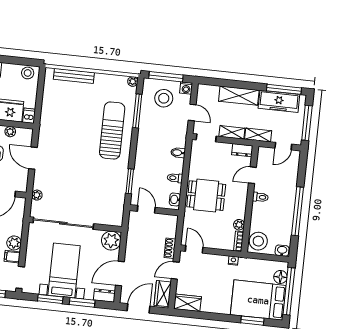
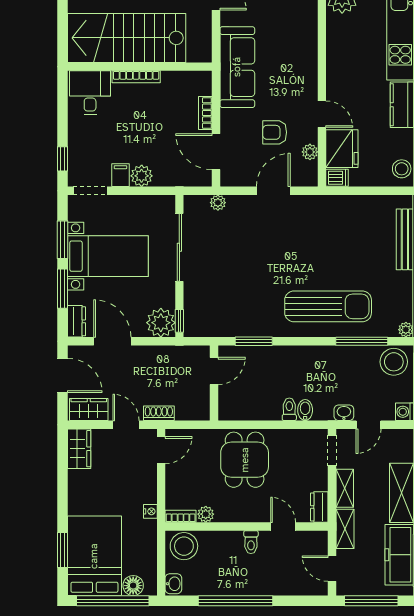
stool: (164, 98) -> (394, 362), moved
toilet: (175, 178) -> (289, 409), moved
washbasin: (175, 199) -> (344, 413), moved
sliding door: (63, 223) -> (179, 247), width x0.73
window: (111, 228) -> (179, 321), added

